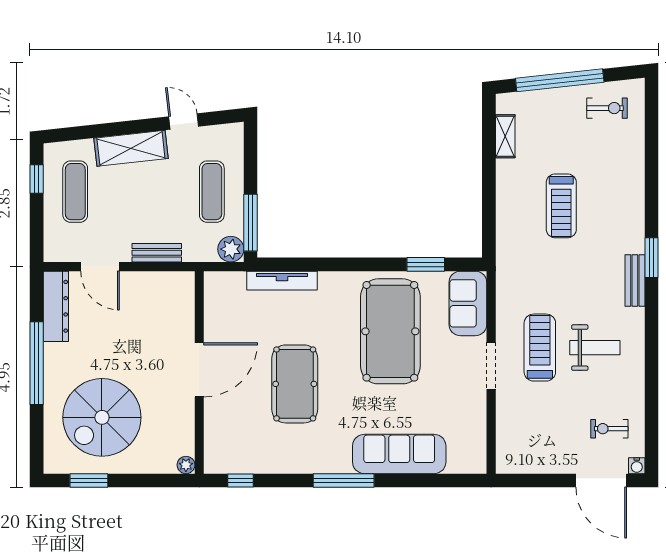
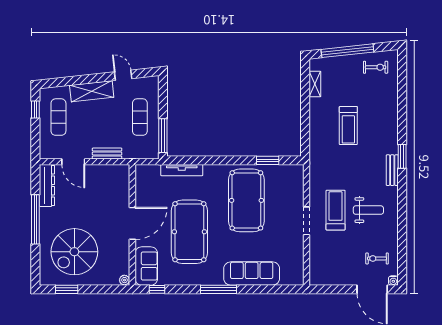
plant: (231, 249) -> (151, 151), removed
sofa: (468, 303) -> (146, 266), moved, turned 180
pool table: (295, 384) -> (189, 232), width x1.36, depth x1.32

